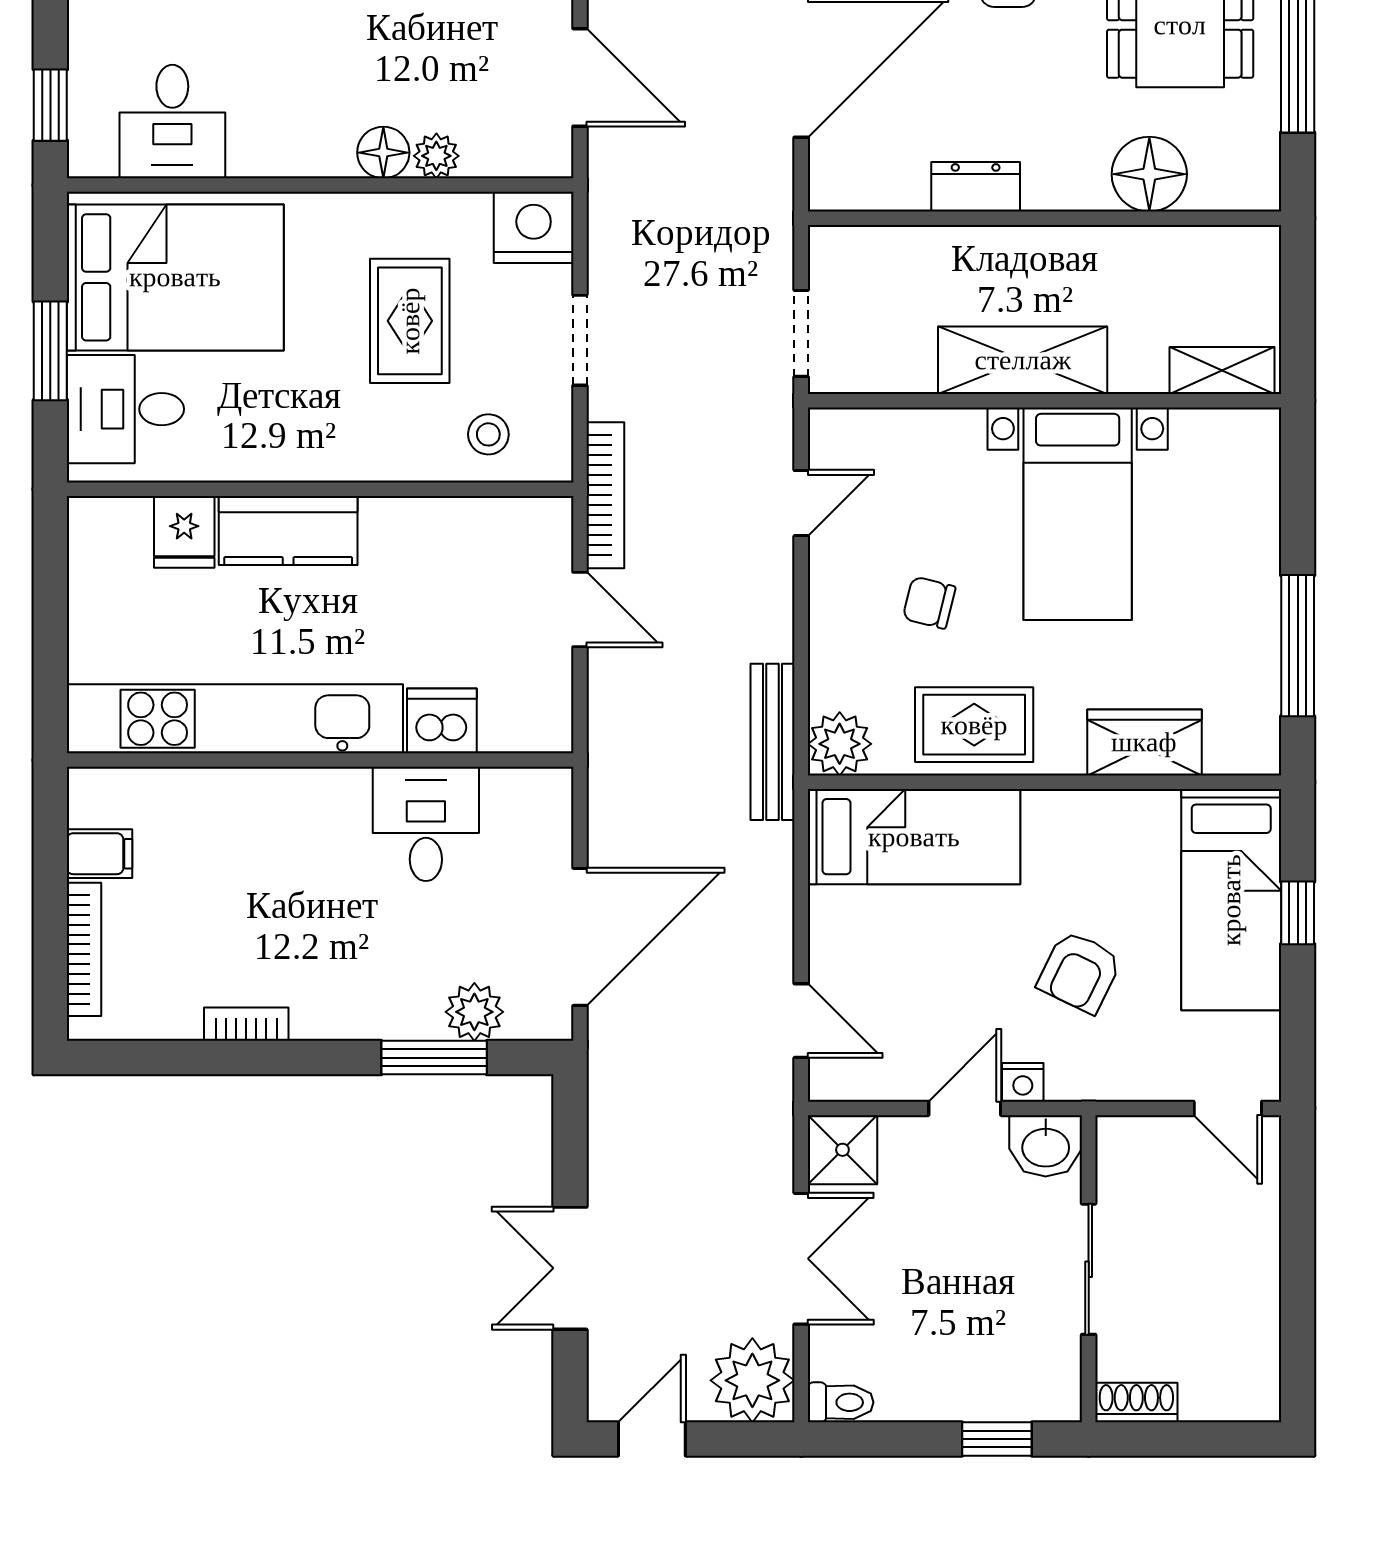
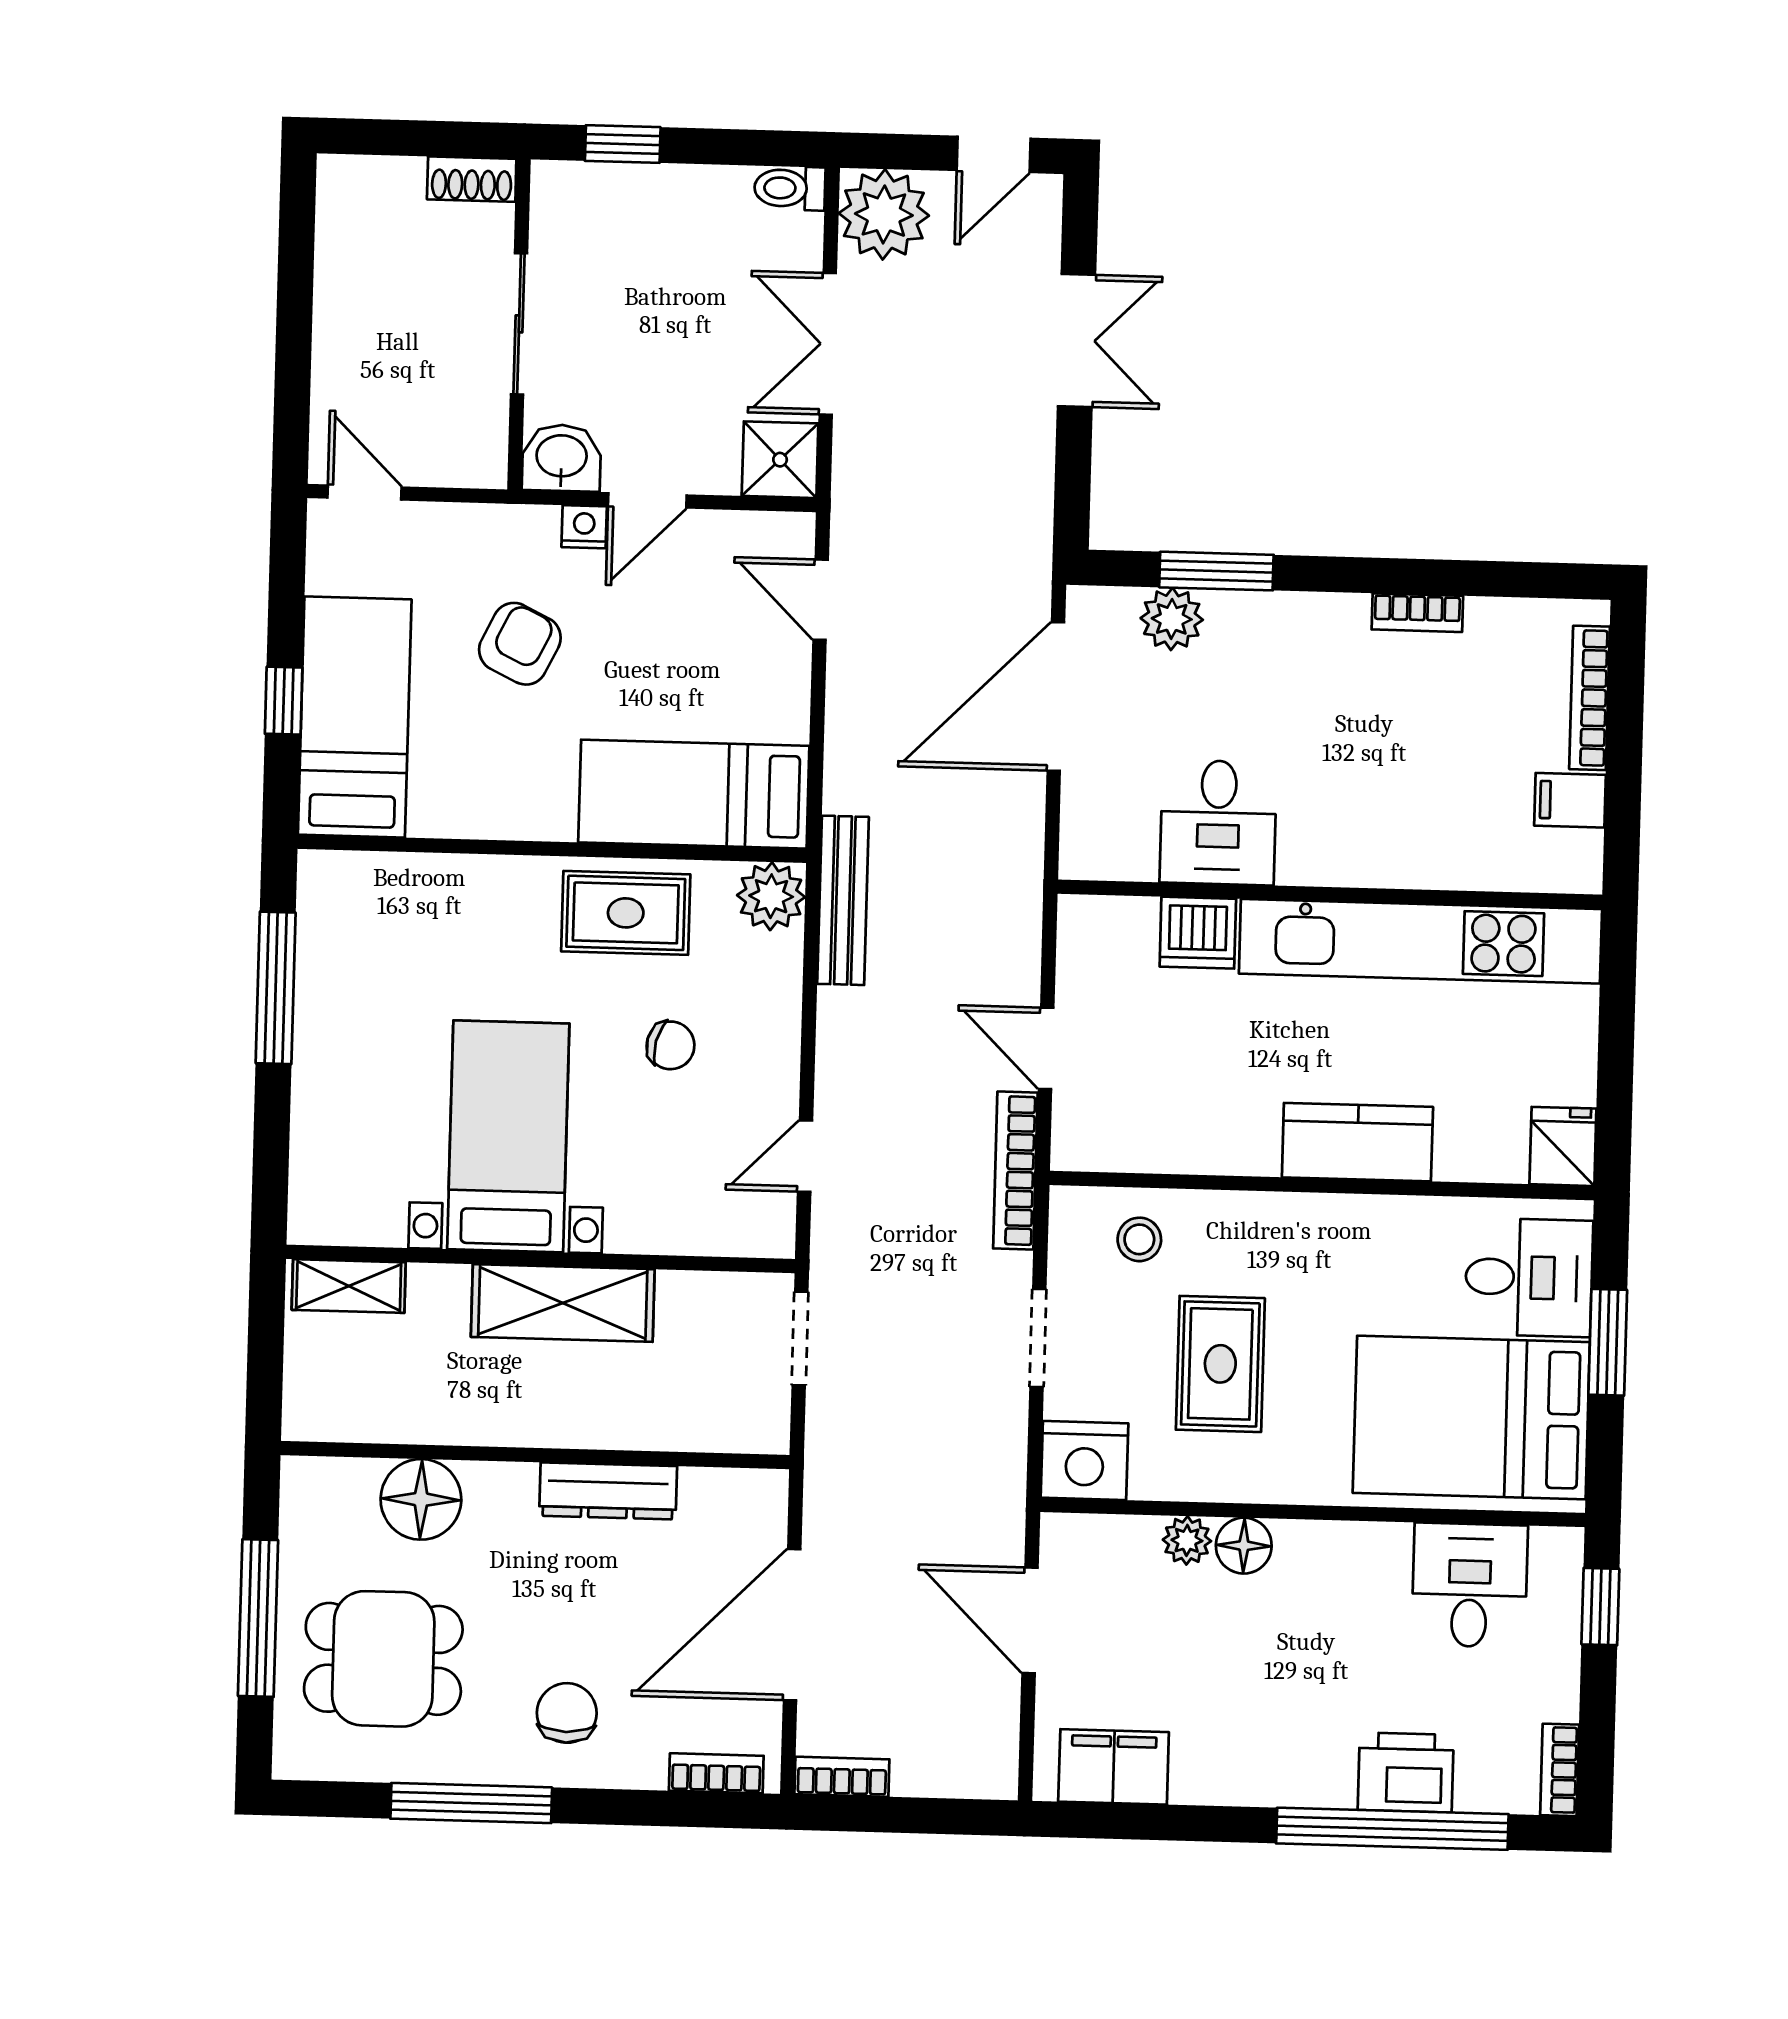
dresser: (976, 187) -> (608, 1491), width x1.44
fridge: (184, 532) -> (1563, 1146), moved
wardrobe: (1144, 742) -> (443, 889), removed

